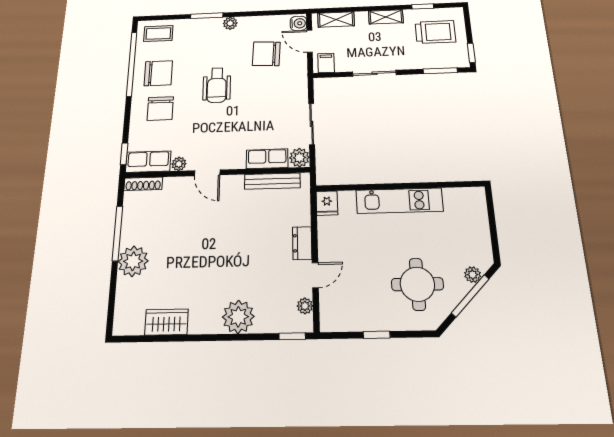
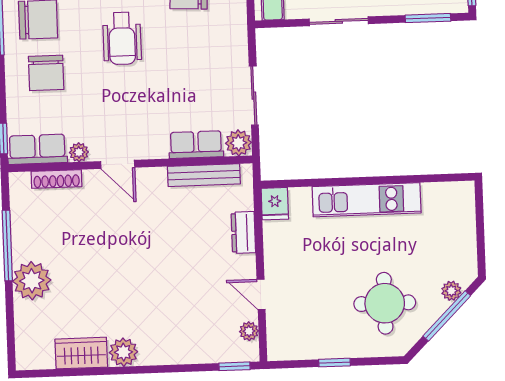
shoe rack: (143, 184) -> (57, 179), moved
dresser: (302, 243) -> (243, 233), moved
door: (315, 275) -> (261, 294), swing flipped
plant: (238, 317) -> (123, 352), moved, width x0.73, depth x0.73

